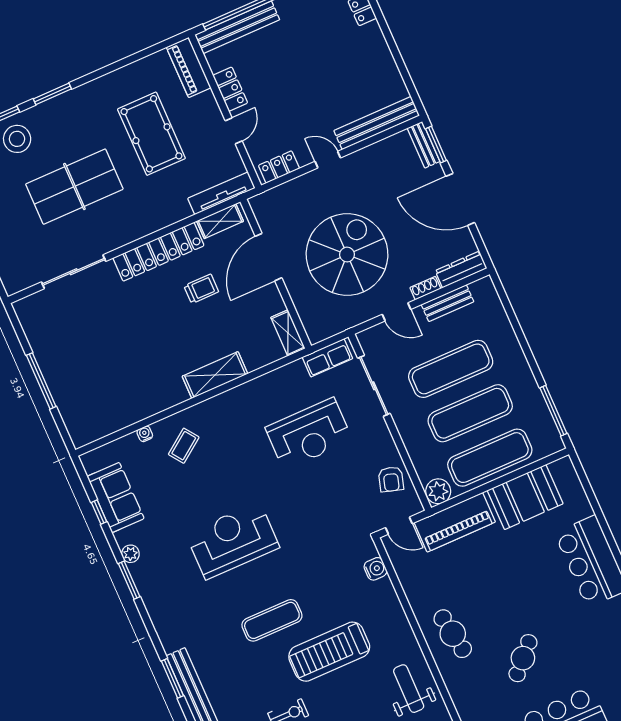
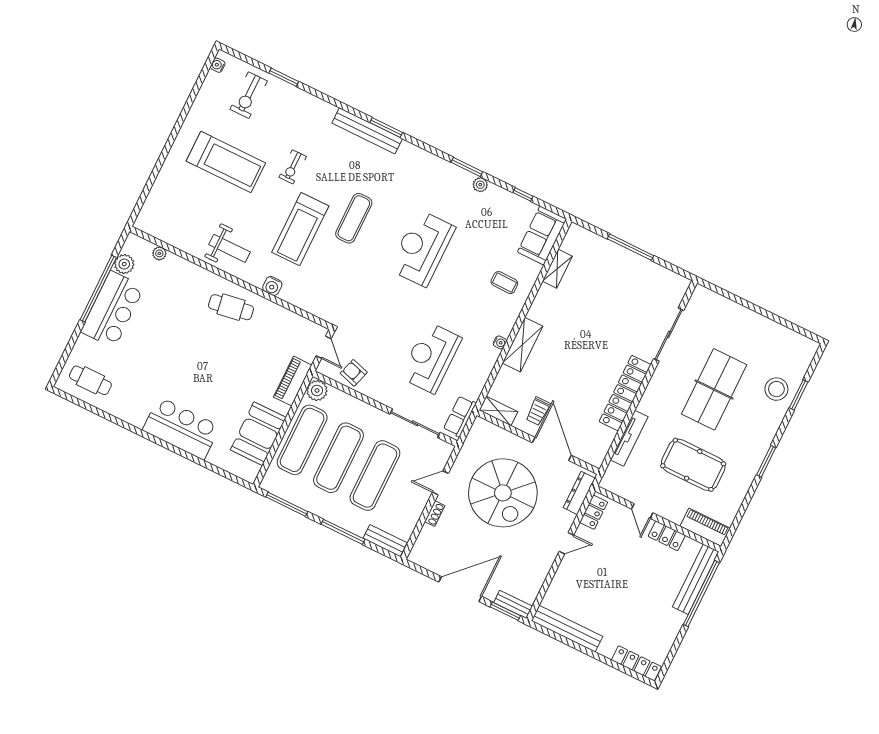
window: (52, 94) -> (766, 461), moved
bench: (377, 123) -> (567, 629), moved, turned 90
tv unit: (221, 193) -> (629, 438), moved
shelving: (220, 221) -> (557, 269), moved
dresser: (461, 269) -> (579, 493), moved, turned 180
trolley: (201, 289) -> (538, 411), moved
bench: (448, 303) -> (385, 541), moved, turned 90
window: (523, 342) -> (343, 532), added
water cooler: (145, 434) -> (500, 342), moved
coffee table: (184, 446) -> (504, 283), turned -53
sofa: (116, 498) -> (542, 235), moved, turned 90
piano: (455, 522) -> (293, 381), width x0.73, depth x0.75
door: (399, 526) -> (324, 347), swing flipped
reception desk: (233, 541) -> (422, 248), turned 180
water cooler: (375, 569) -> (272, 286), moved
treadmill: (329, 652) -> (300, 229), turned 180
cafe table: (523, 658) -> (173, 329), removed

